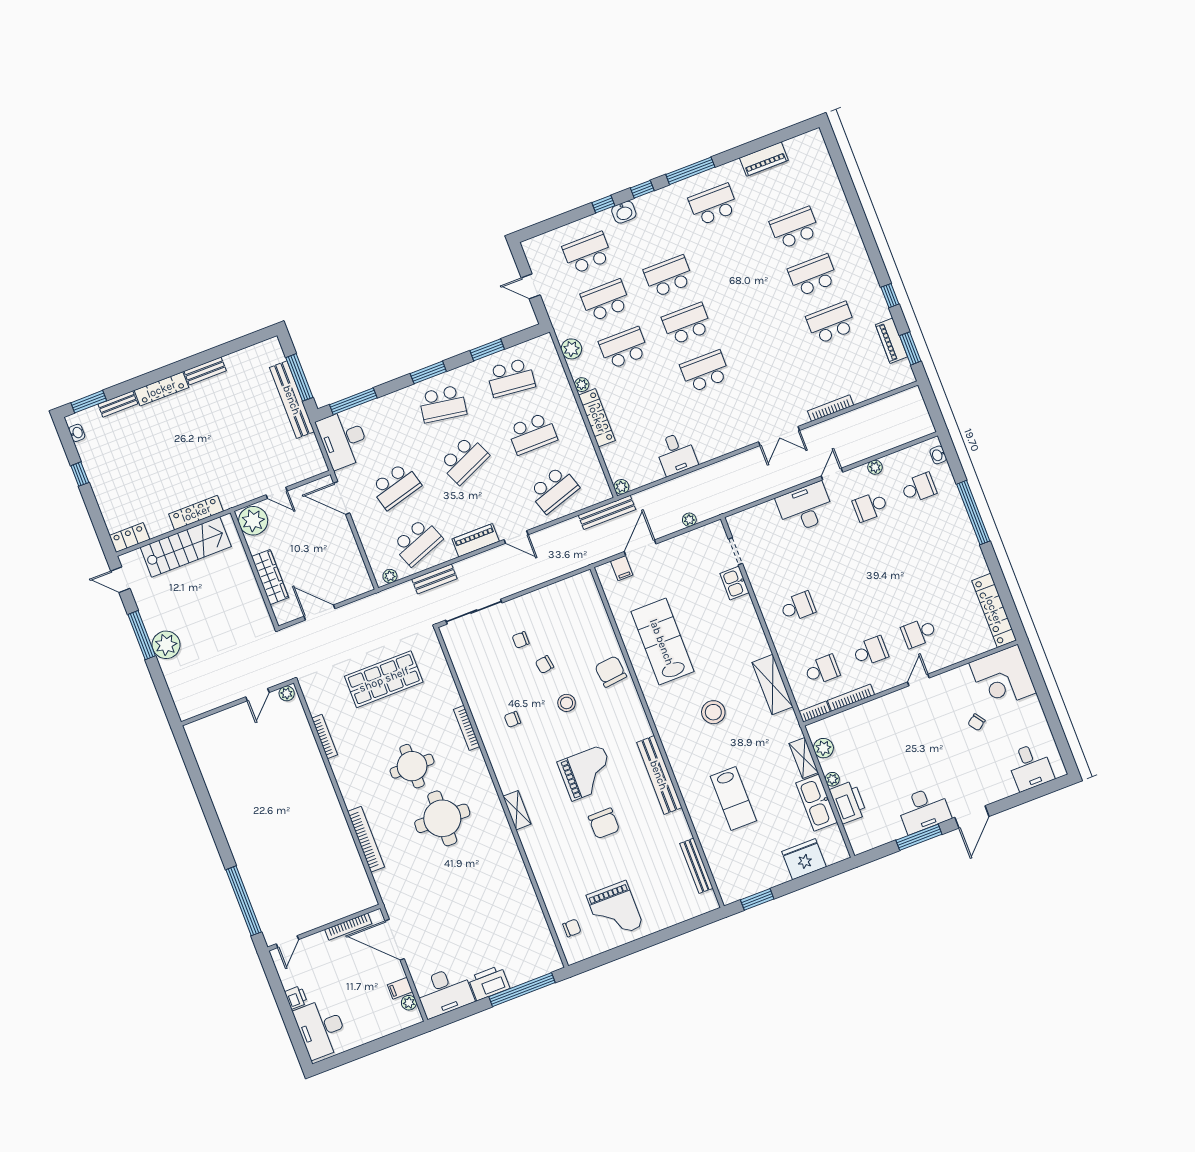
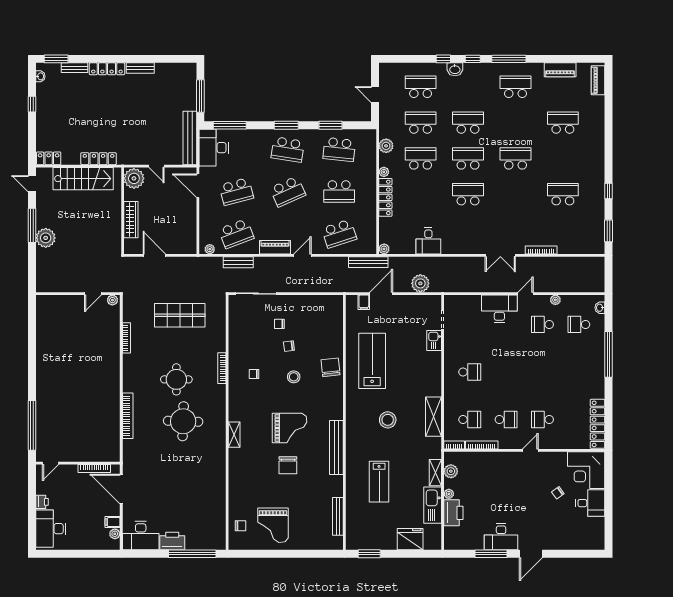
school desk: (813, 275) -> (515, 158), moved
piano: (891, 341) -> (598, 80), moved
bench: (292, 400) -> (190, 138), moved
school desk: (919, 488) -> (579, 324), turned 180
plant: (689, 520) -> (420, 283), width x1.88, depth x1.88
door: (516, 537) -> (302, 255), swing flipped
desk: (1030, 767) -> (590, 503), moved, turned -90

